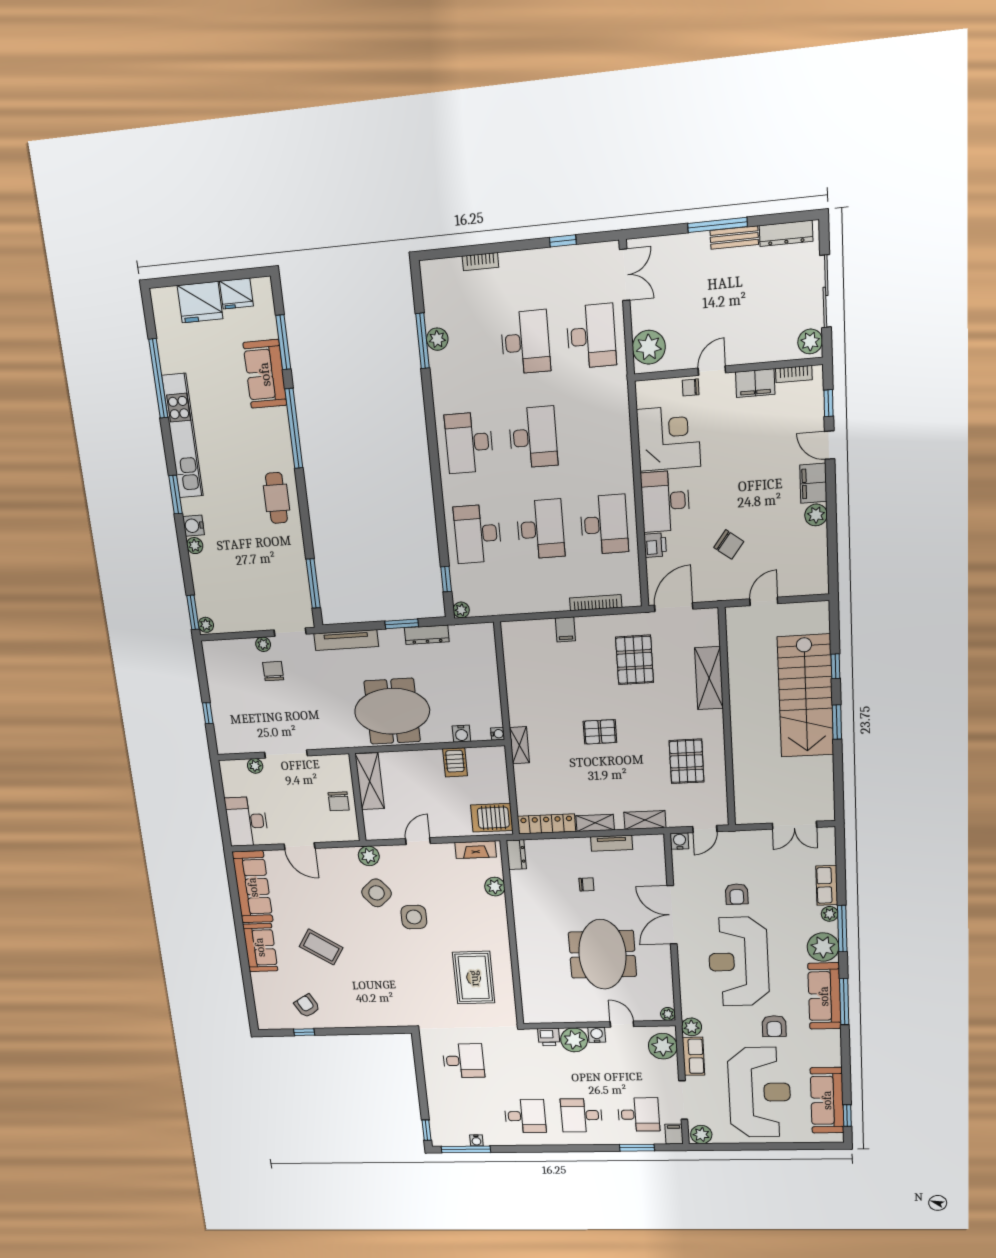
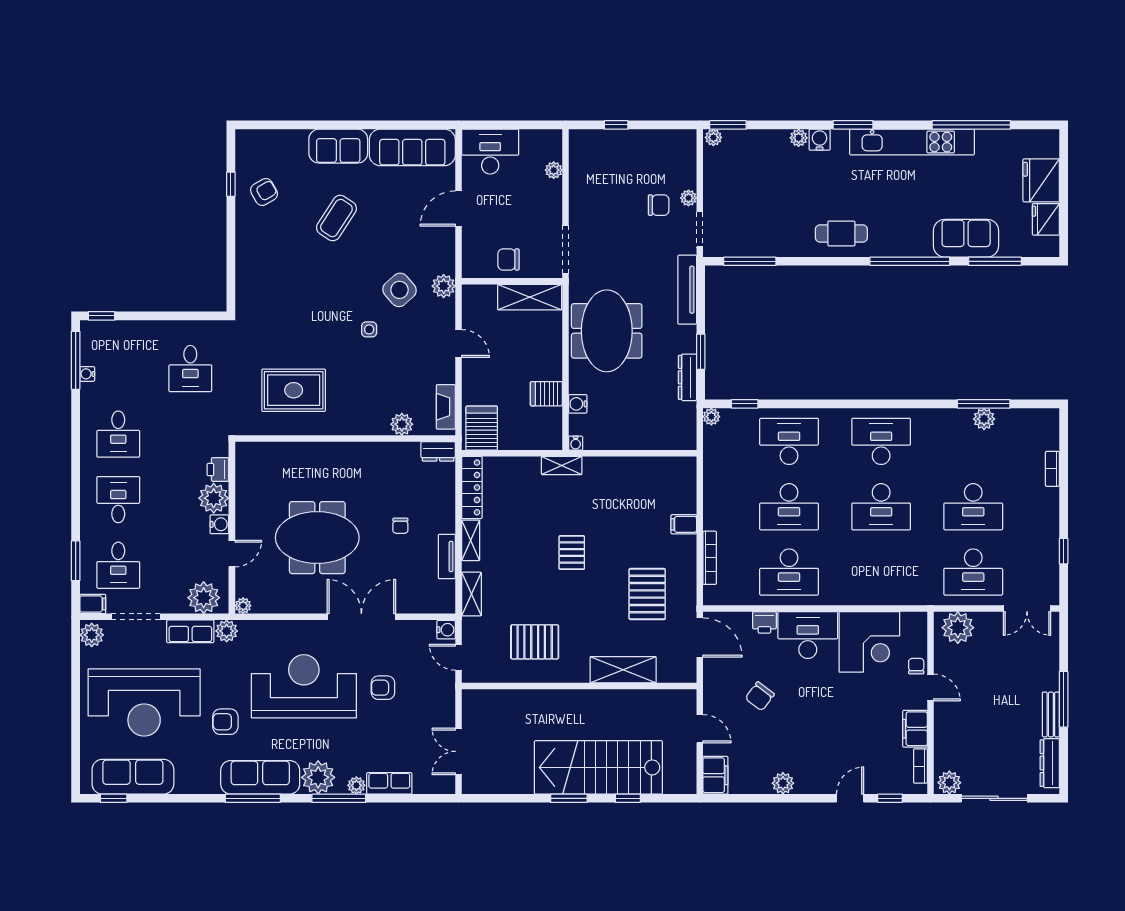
filing cabinet: (813, 483) -> (715, 775), moved, turned 90
pallet: (635, 660) -> (647, 594), turned 90
doorway: (286, 754) -> (565, 249), moved
side table: (414, 917) -> (369, 329), width x0.54, depth x0.54

